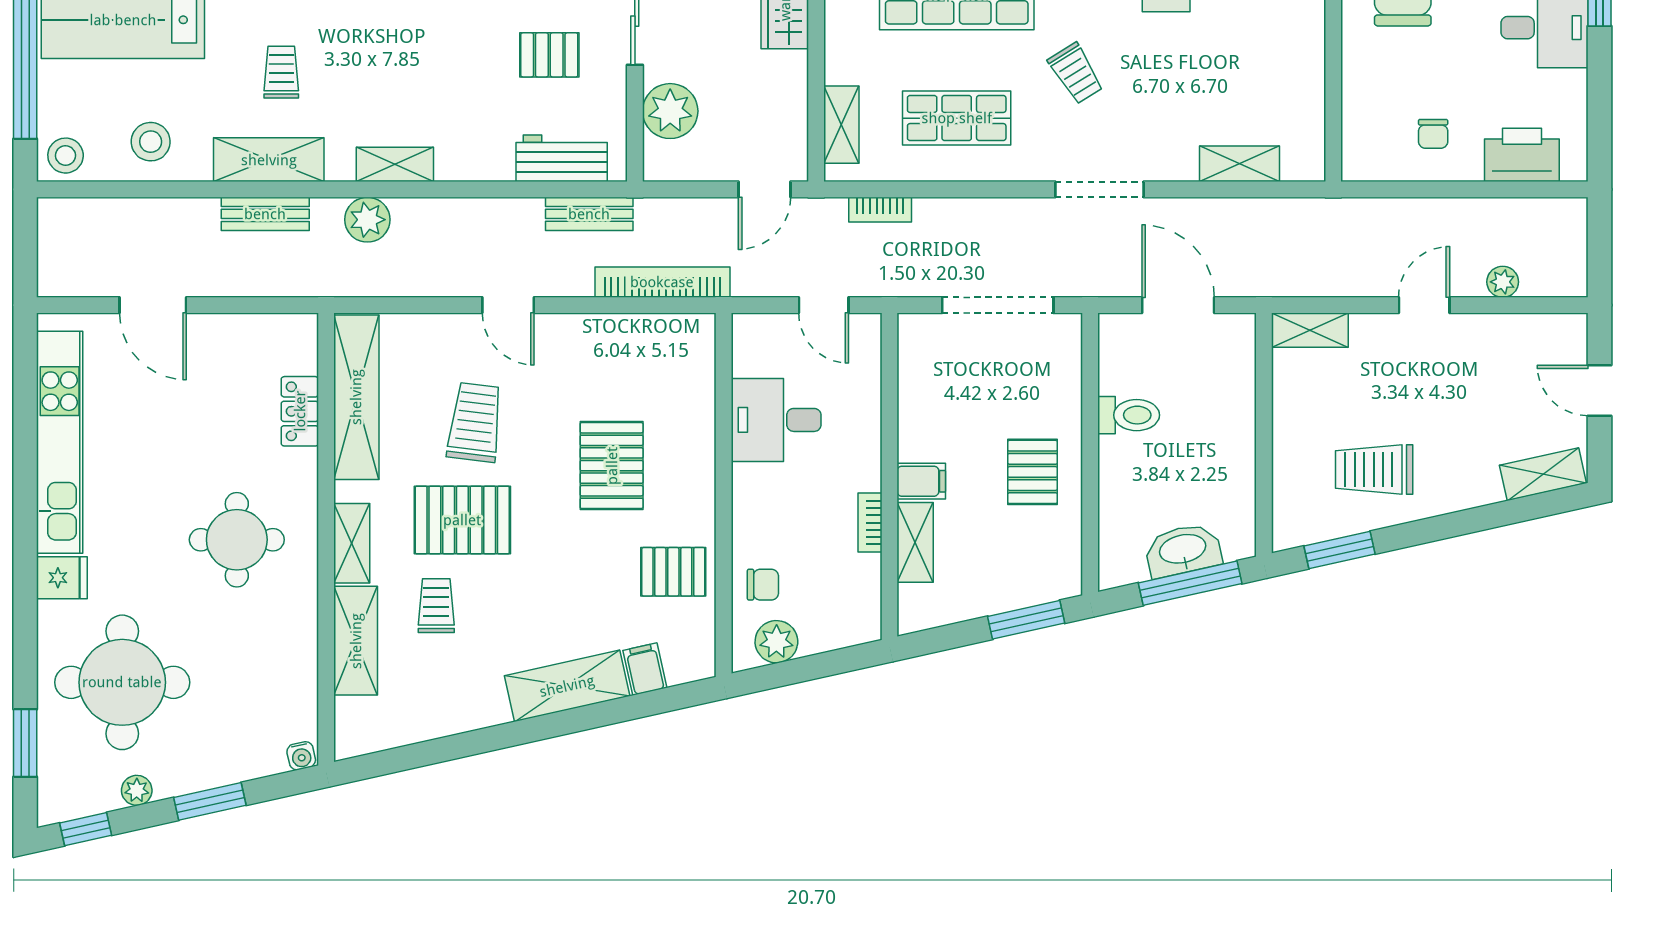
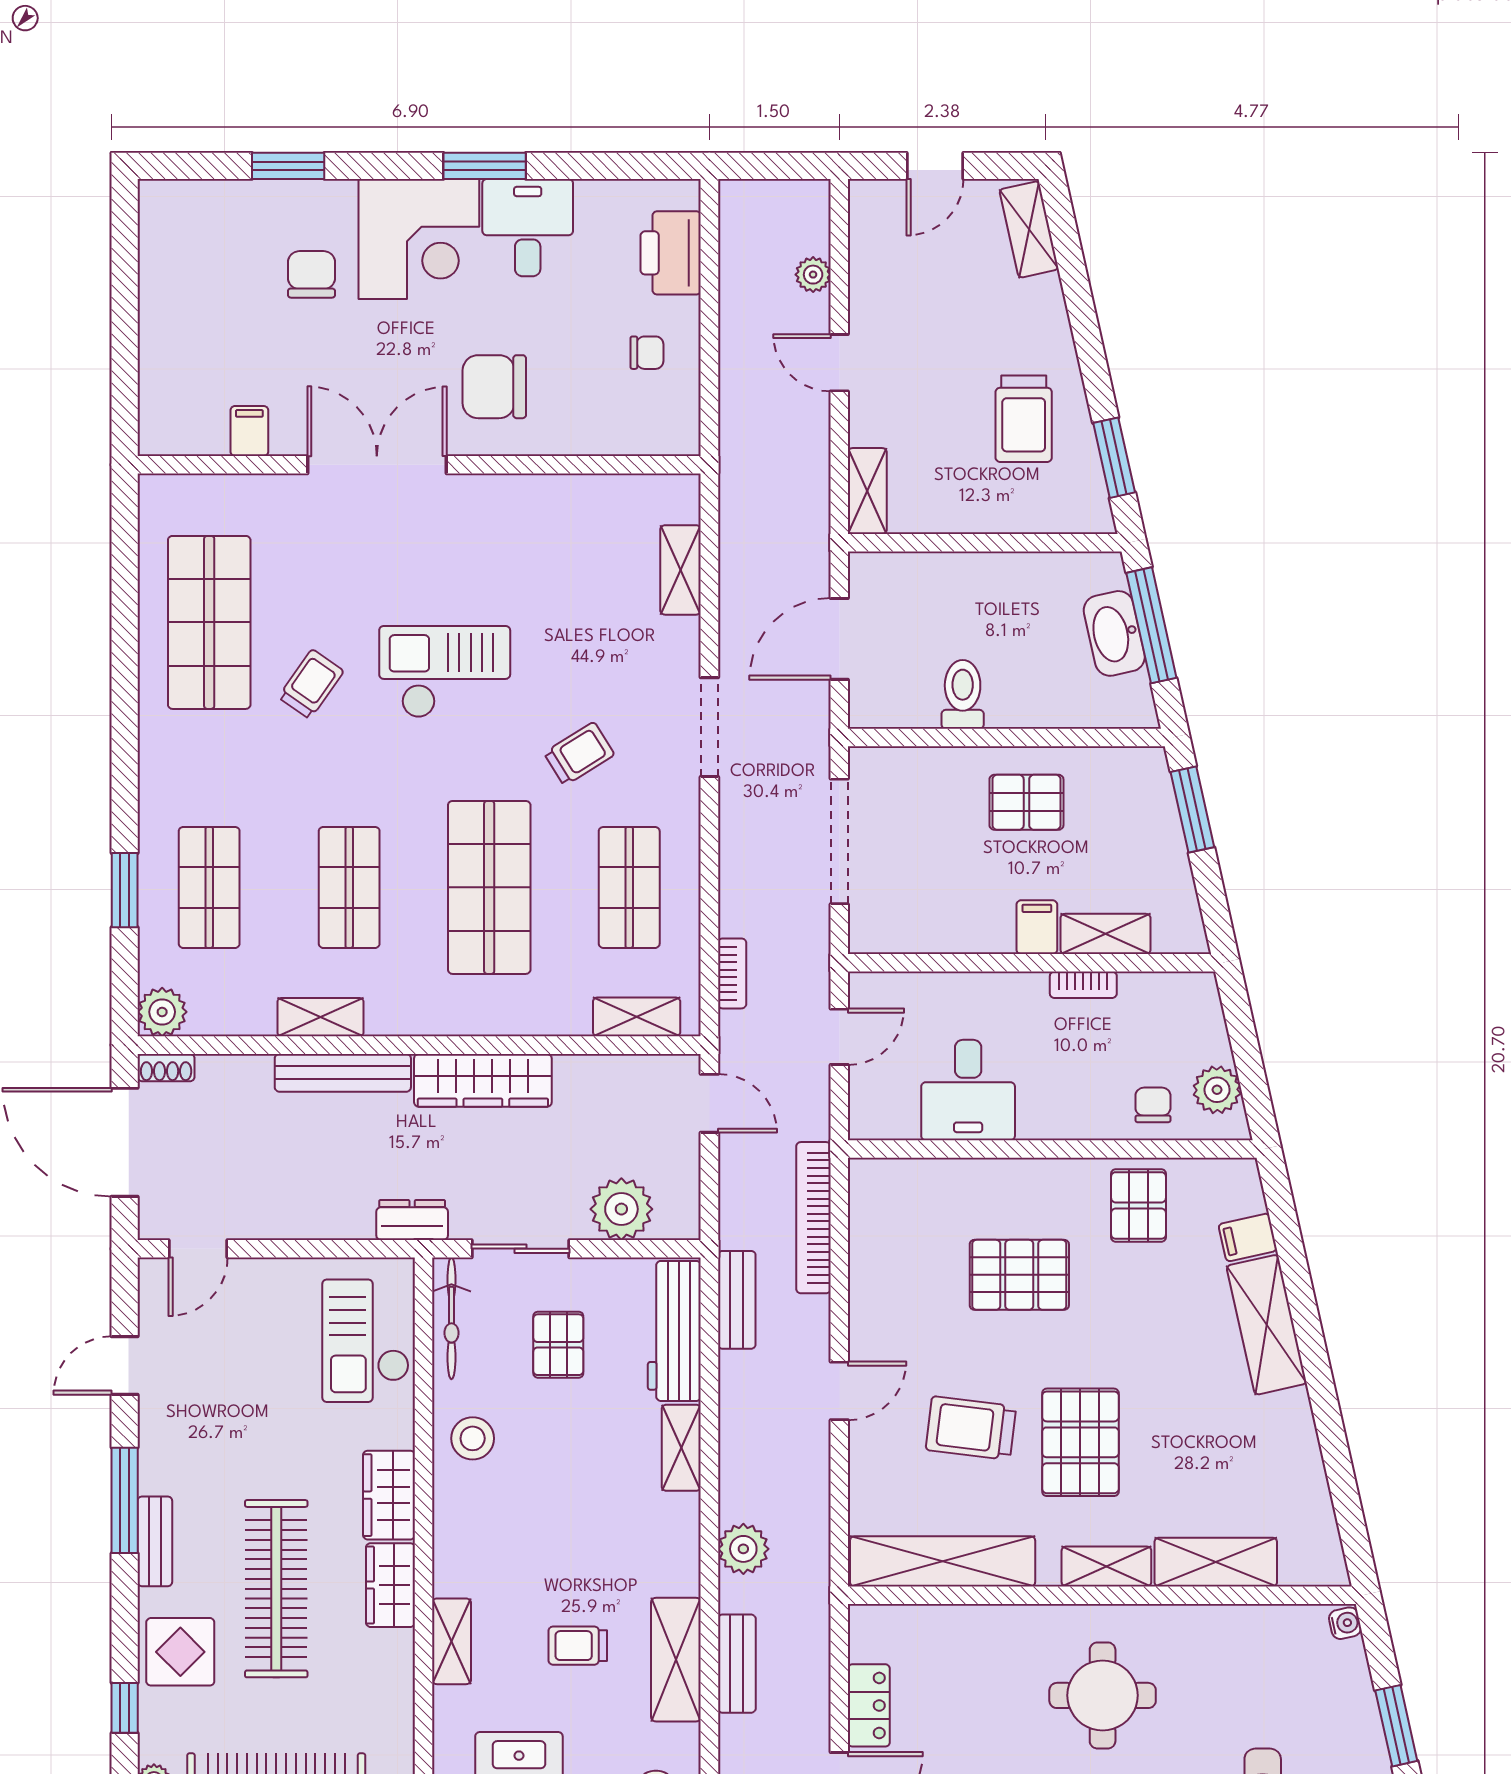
workbench: (562, 158) -> (674, 1331), width x1.38
shelving: (395, 164) -> (681, 1448), moved
locker: (300, 411) -> (869, 1705), moved, turned -90
trolley: (436, 606) -> (1177, 1472), removed

